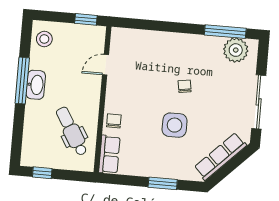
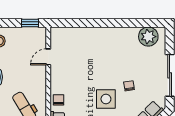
window: (225, 32) -> (139, 23), removed
chair: (185, 86) -> (129, 86), moved

